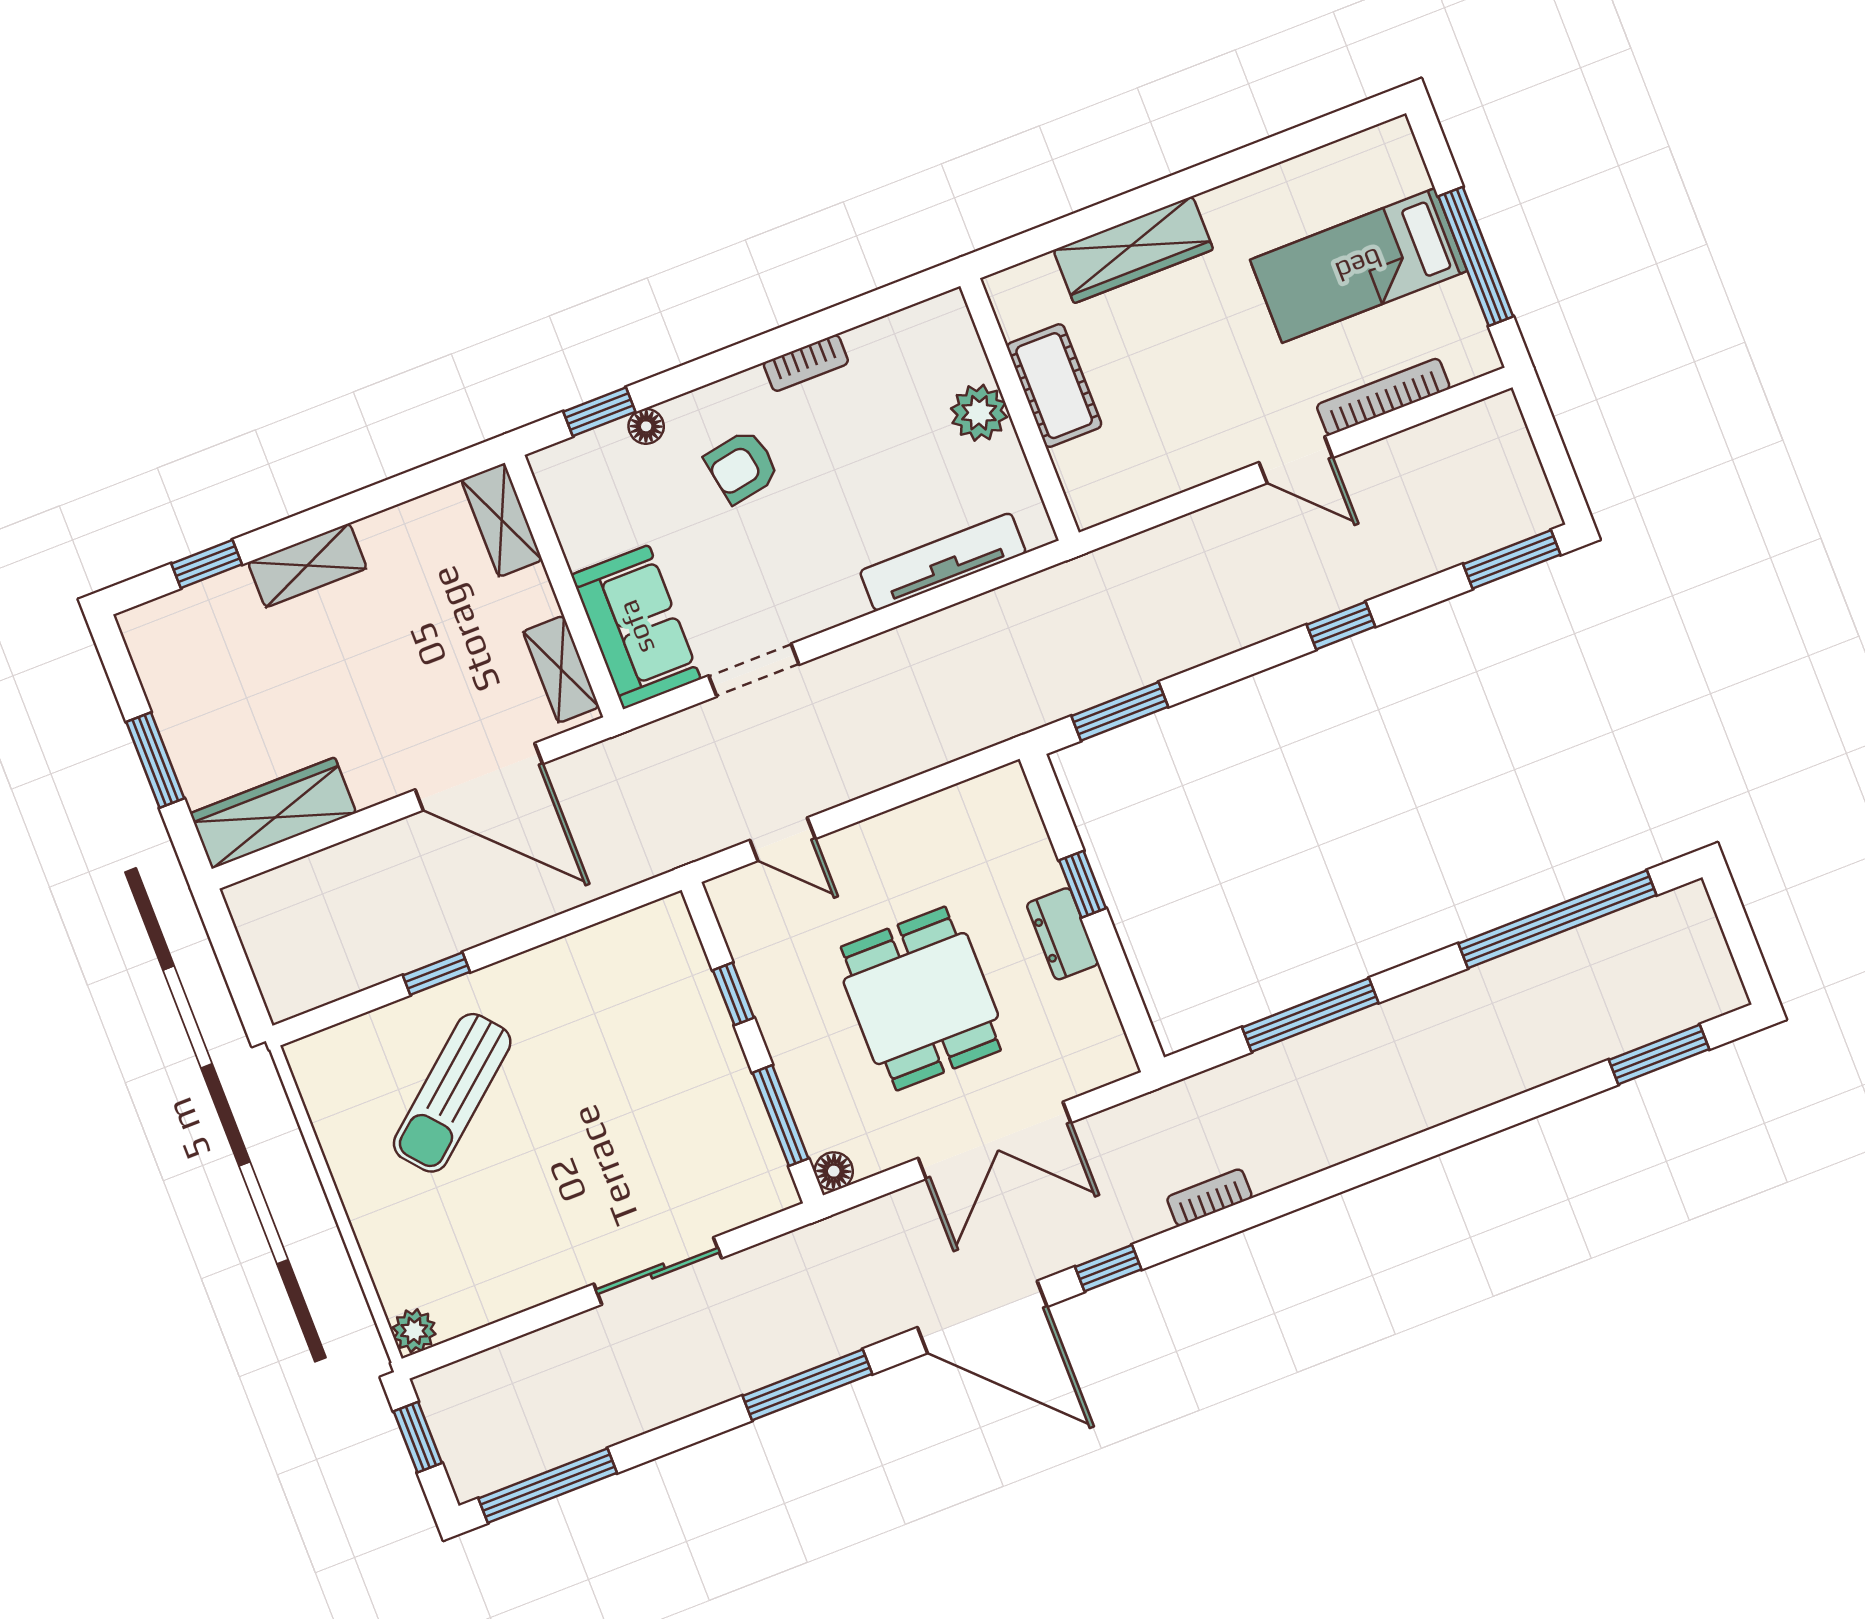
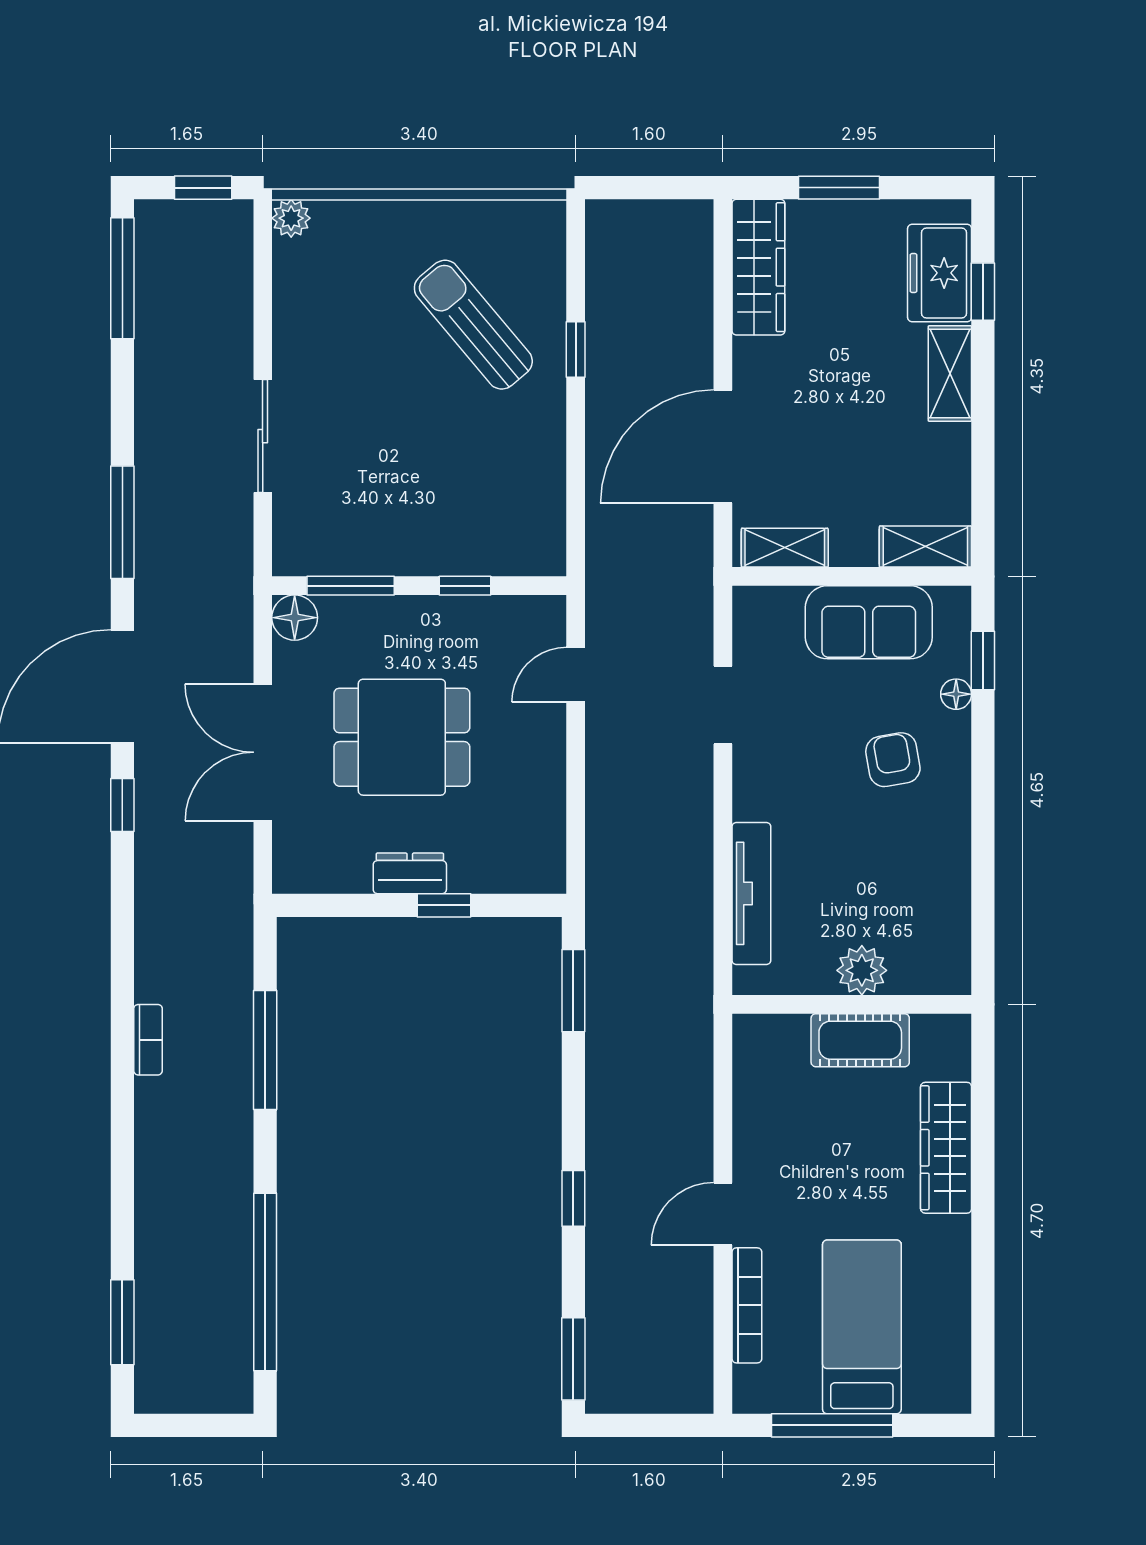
bookcase: (806, 363) -> (957, 845), removed
freezer: (205, 618) -> (940, 273), added
sofa: (636, 627) -> (869, 622), moved
floor lamp: (834, 1171) -> (295, 618), width x1.37, depth x1.37
bookcase: (1209, 1197) -> (148, 1040), moved

